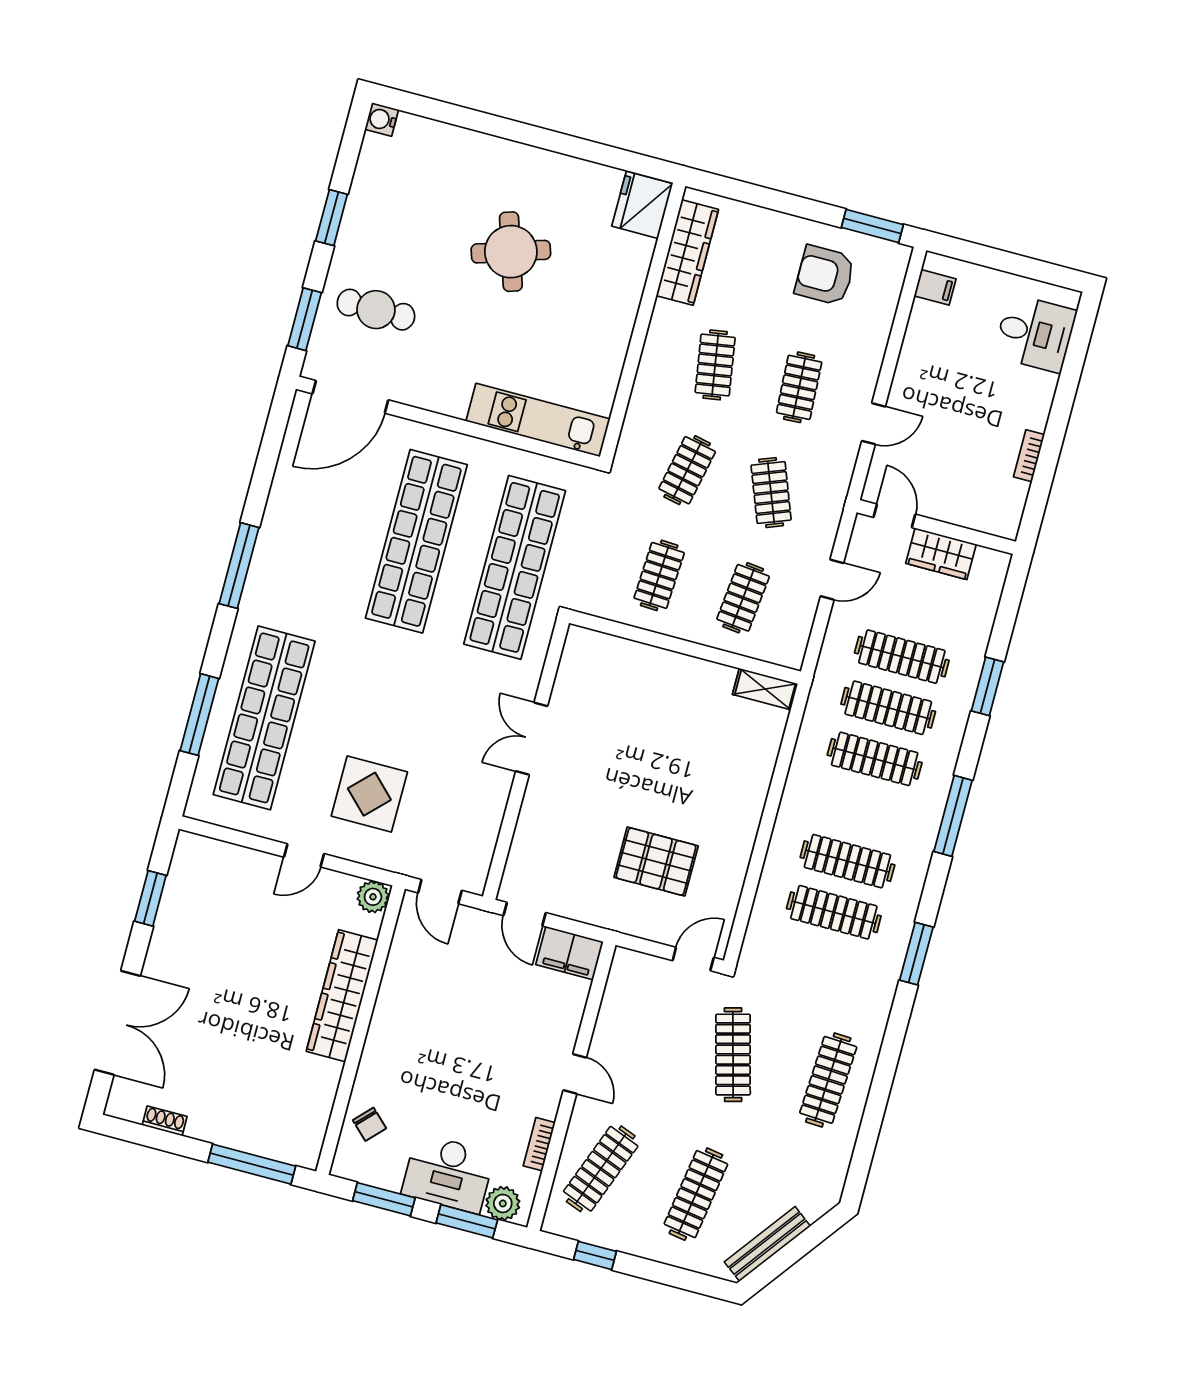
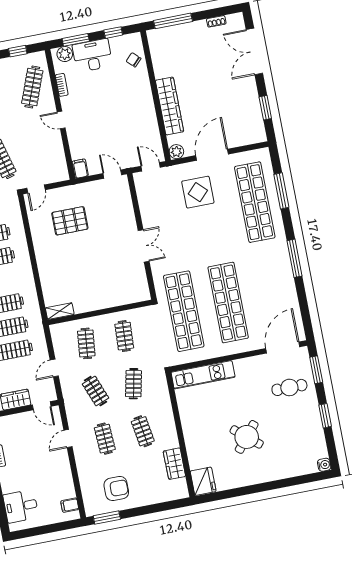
round table: (511, 252) -> (247, 437), turned -32
wardrobe: (687, 253) -> (174, 464), width x0.67
door: (304, 855) -> (212, 155), width x1.87
filing cabinet: (570, 953) -> (80, 169), width x0.50
window: (384, 1199) -> (113, 33), width x0.67

